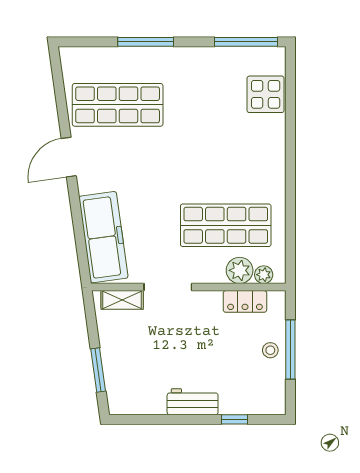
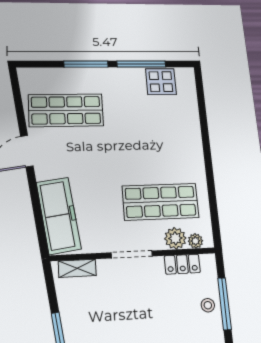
window: (246, 42) -> (141, 64), moved
display table: (266, 94) -> (161, 82), moved
doorway: (168, 287) -> (132, 254), moved

